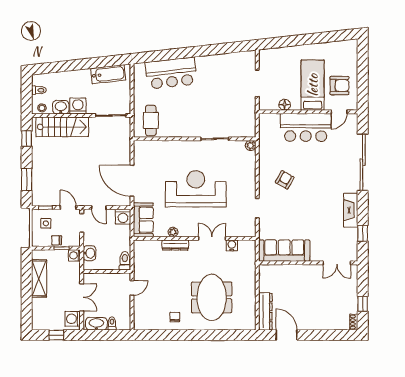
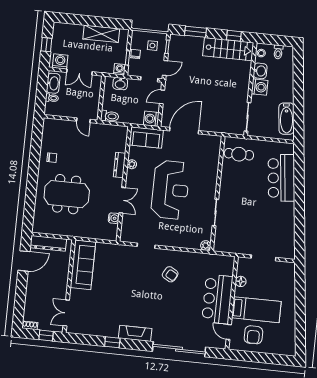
stairs: (62, 127) -> (228, 49), moved, turned -90
sofa: (284, 251) -> (83, 265), moved
wall: (308, 263) -> (69, 286), moved
double door: (337, 263) -> (66, 313), moved

